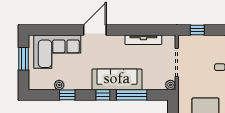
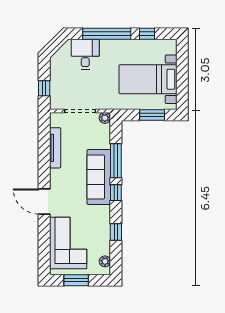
plant: (59, 85) -> (105, 261), moved

